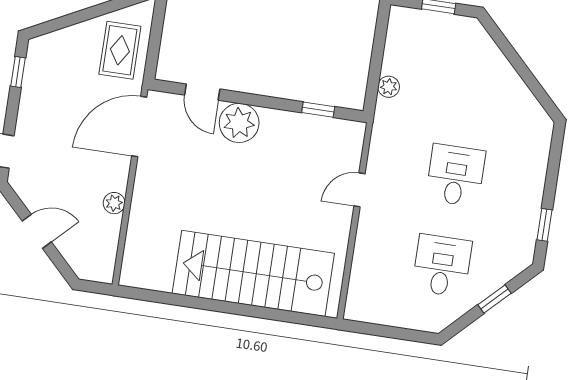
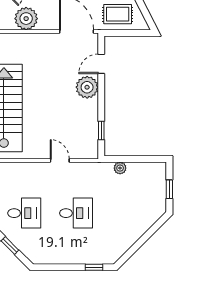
plant: (114, 203) -> (26, 19), width x1.88, depth x1.88
window: (544, 225) -> (94, 267), moved

